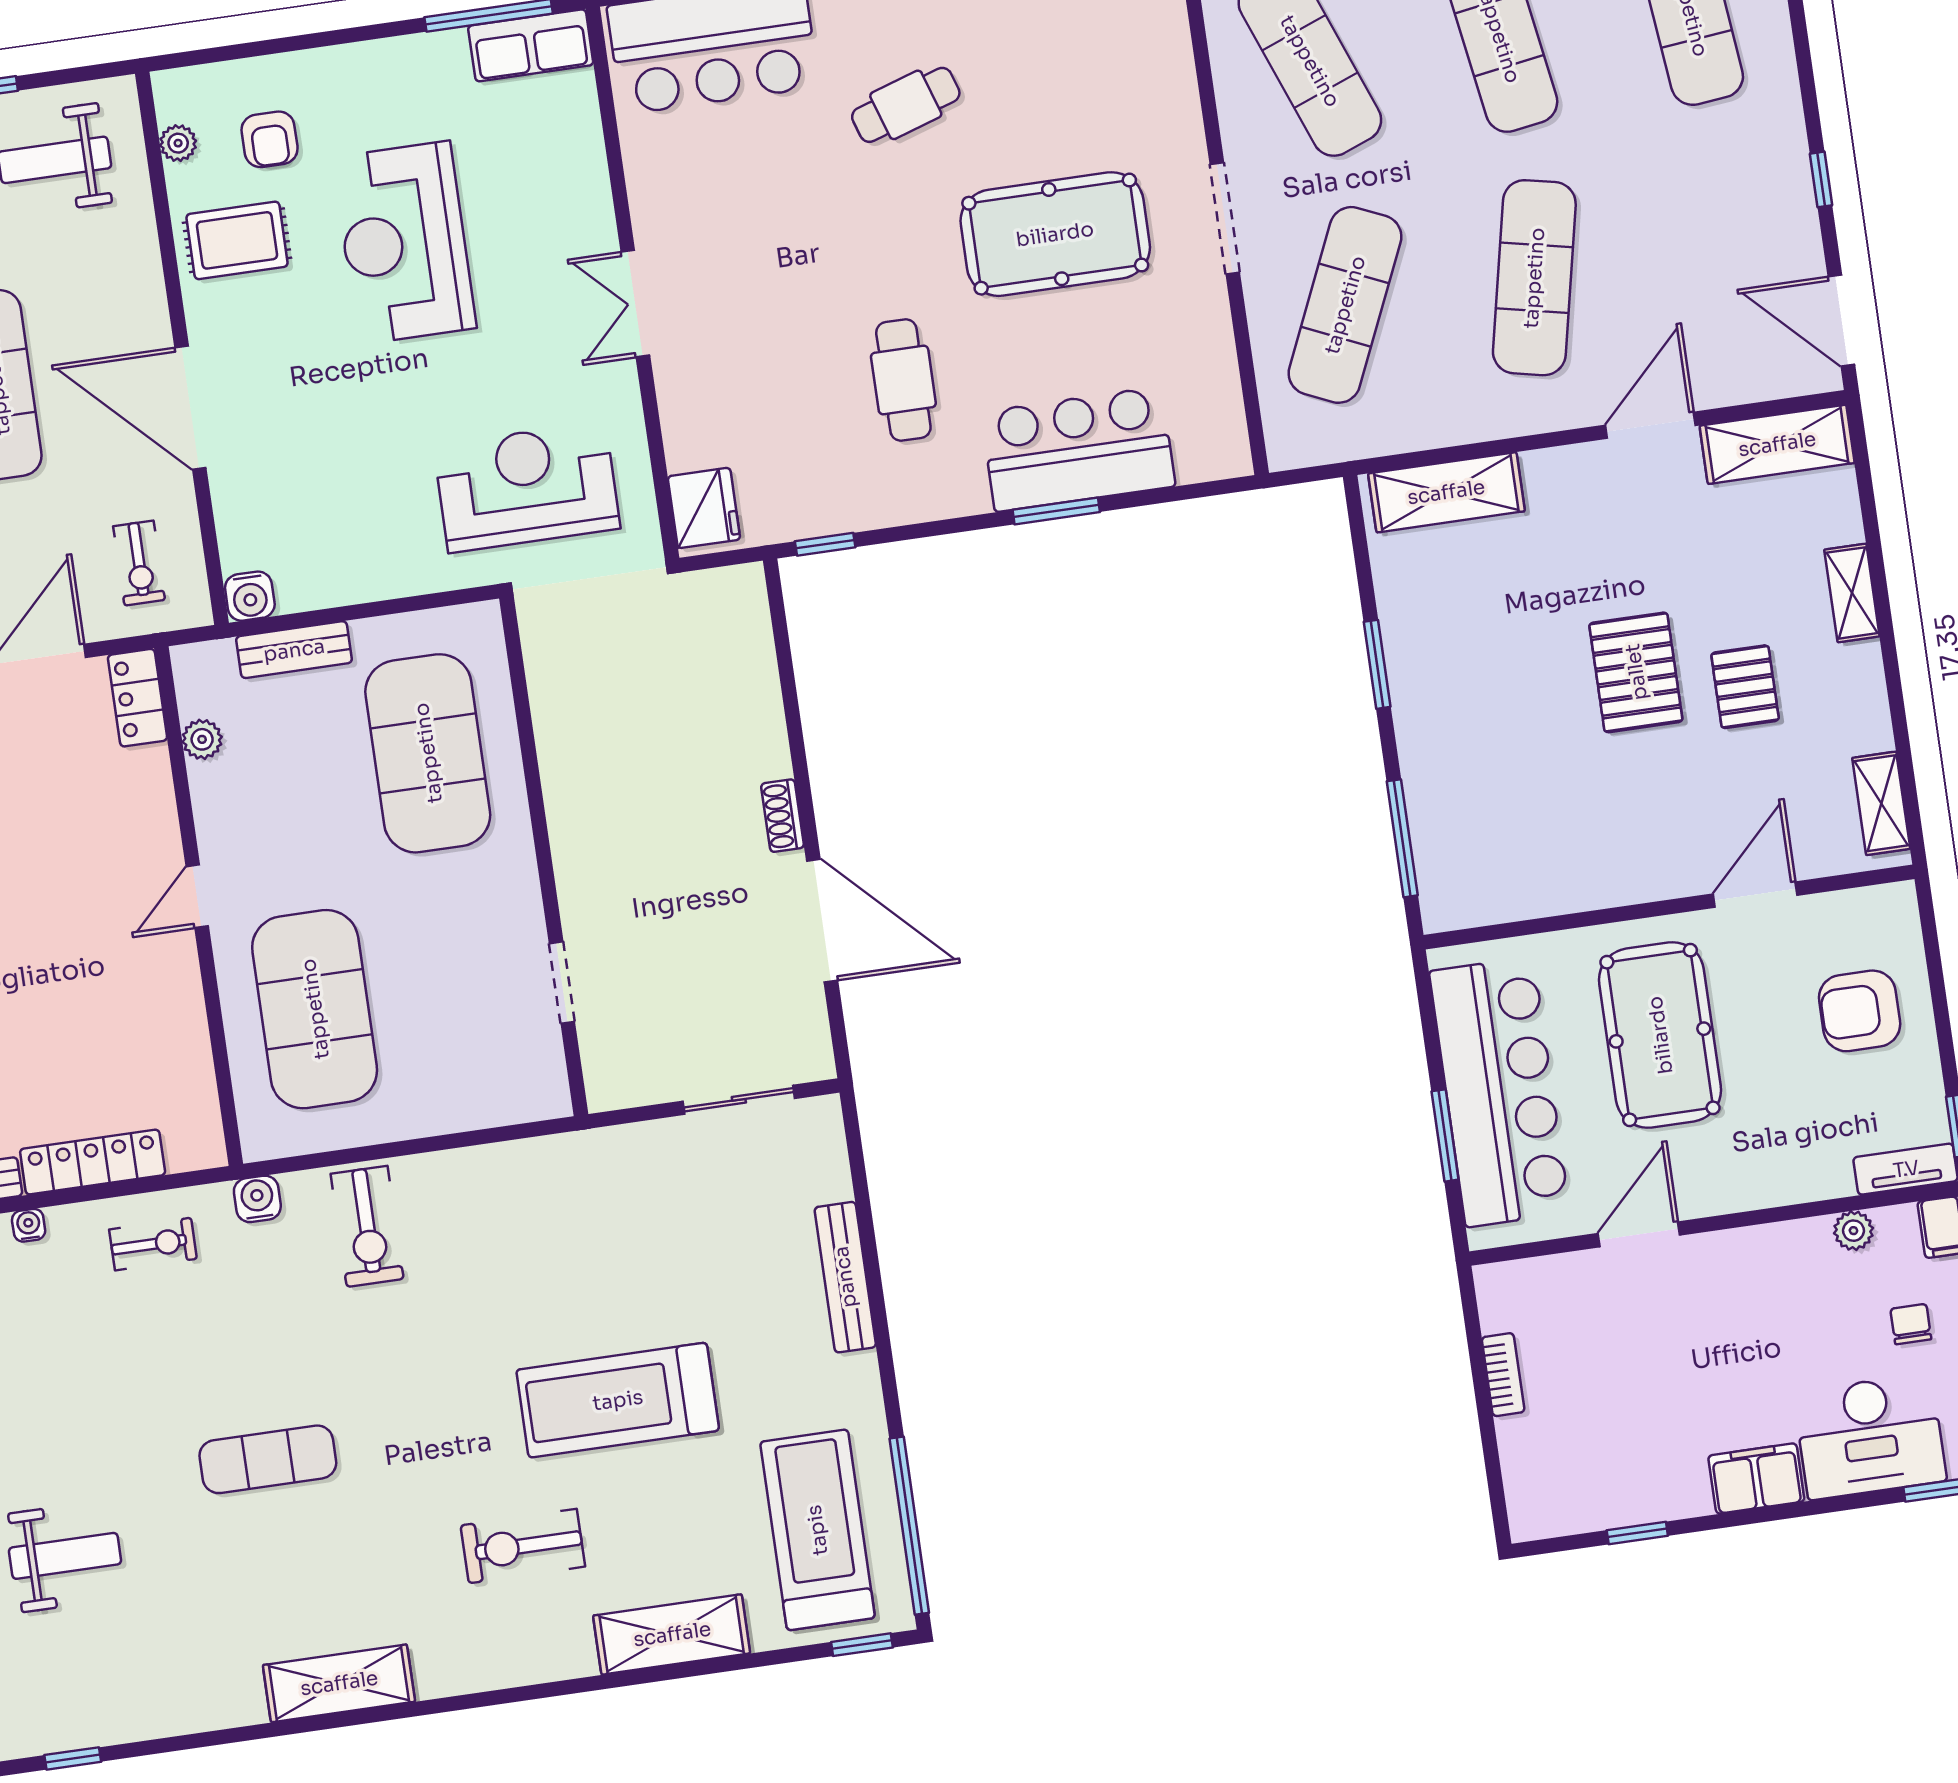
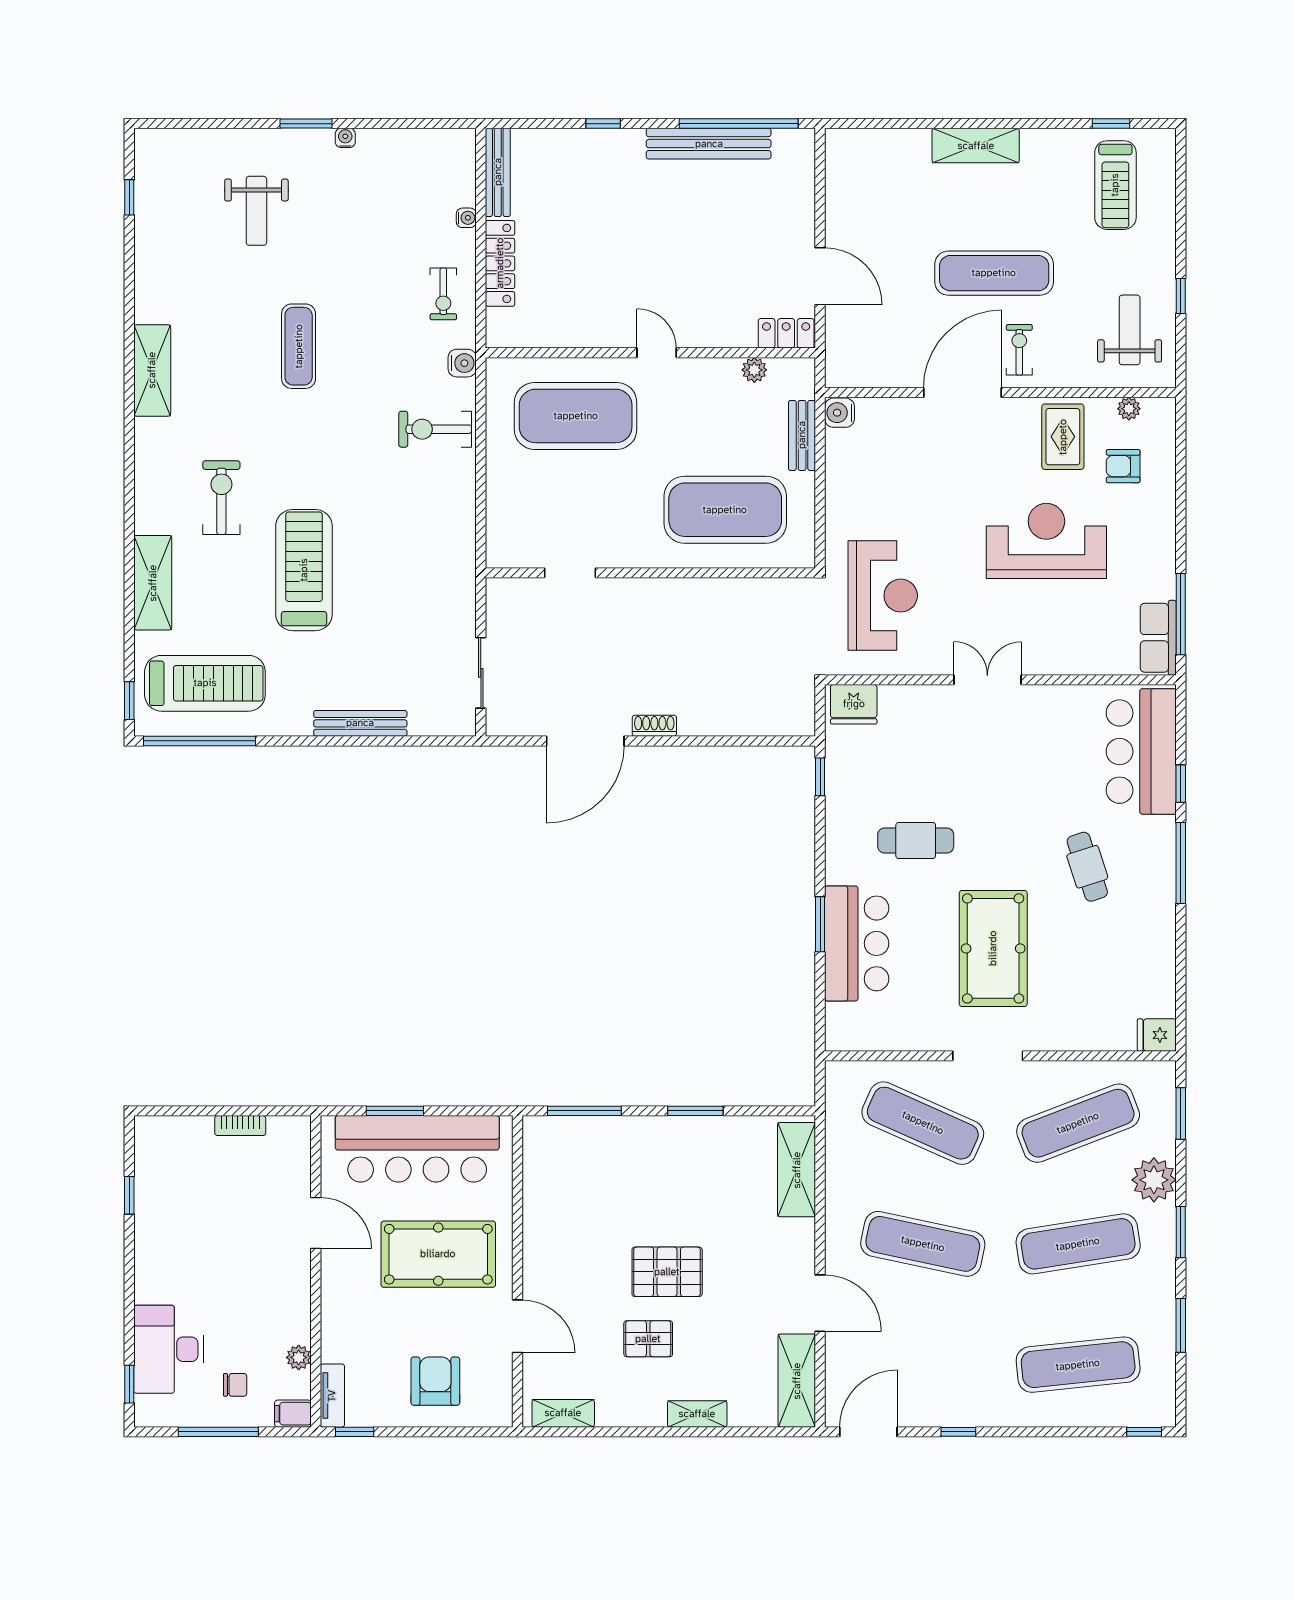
exercise bike: (139, 563) -> (1019, 350), moved, turned 90
filing cabinet: (1756, 1479) -> (153, 1274), removed

